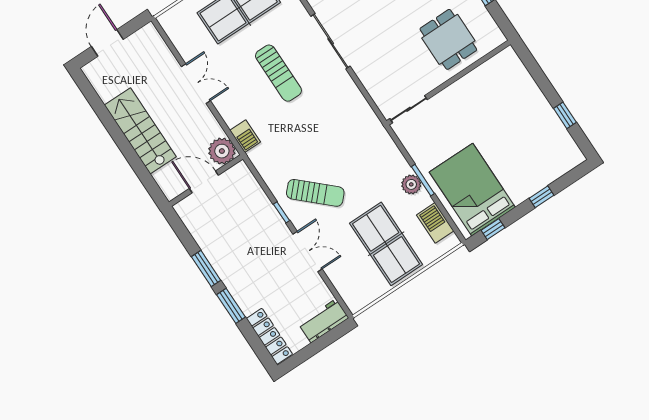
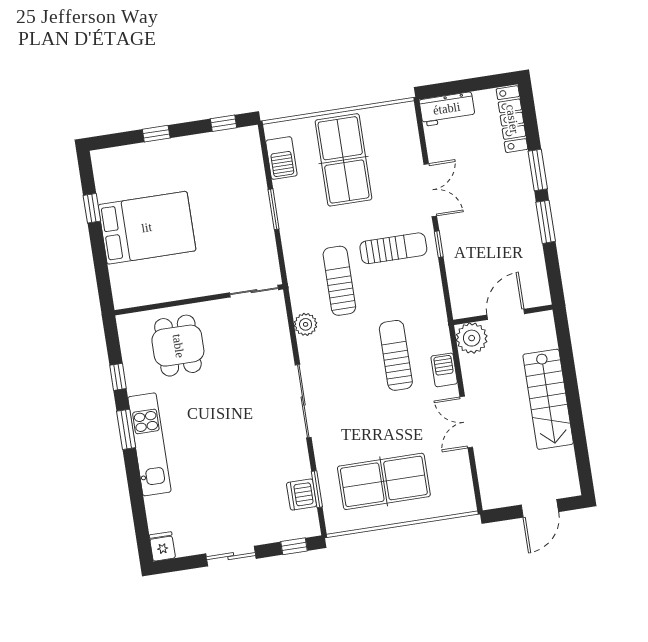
sun lounger: (278, 73) -> (396, 355), moved
barbecue: (245, 136) -> (444, 370), moved
sun lounger: (346, 148) -> (339, 281), added
door: (204, 182) -> (506, 314), swing flipped
plant: (411, 184) -> (306, 324), moved
bed: (472, 190) -> (147, 228), moved, turned -90
sun lounger: (315, 193) -> (393, 248), turned 137
double door: (307, 252) -> (430, 190), swing flipped

